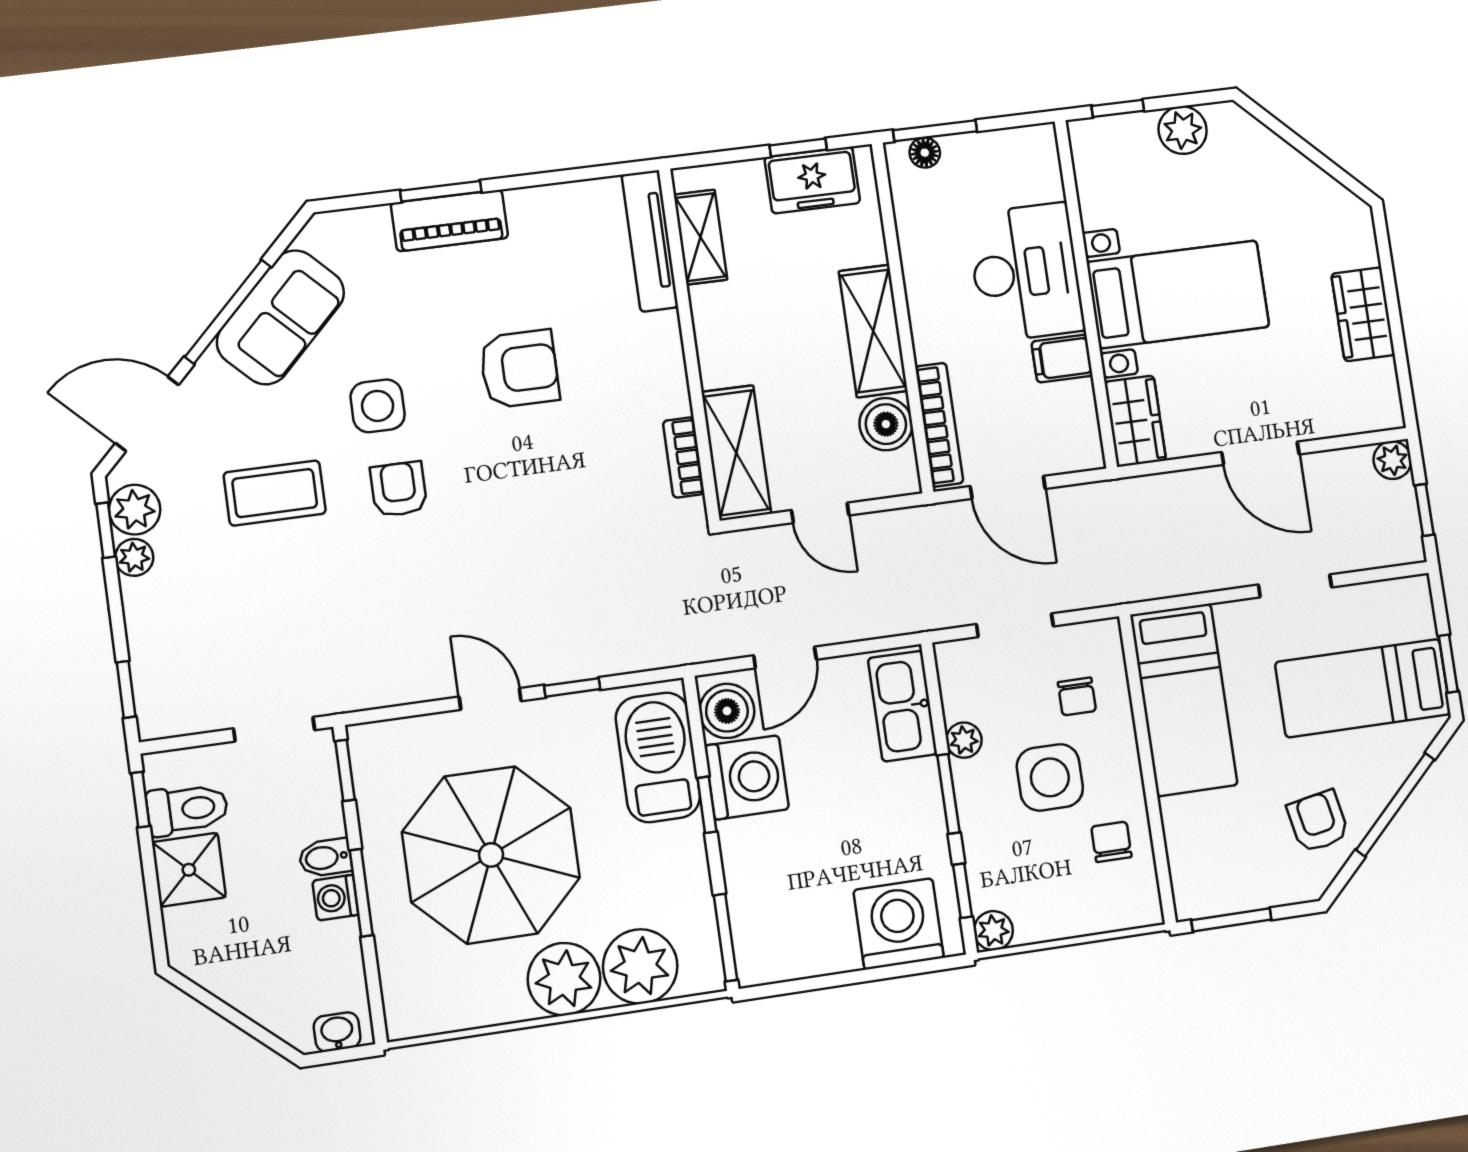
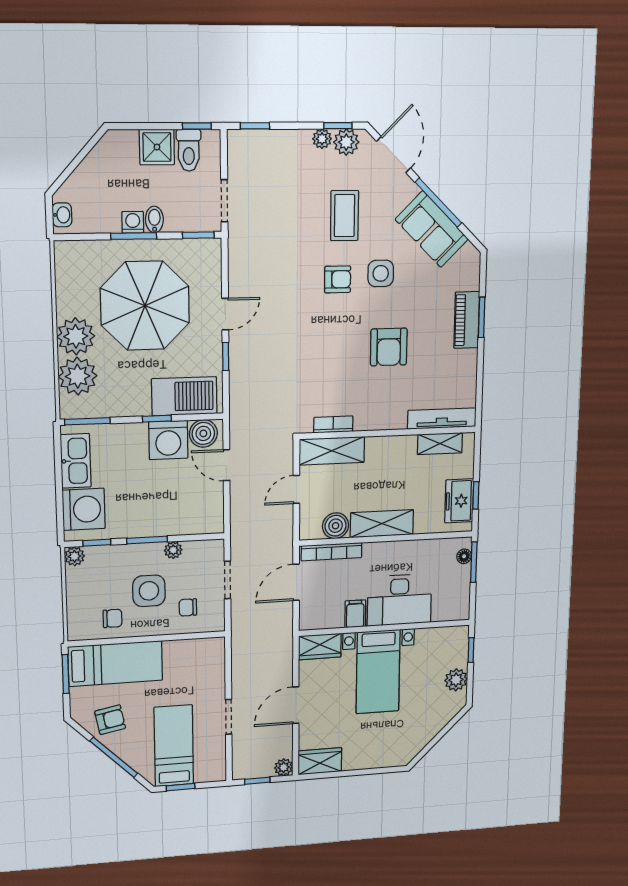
wardrobe: (1363, 314) -> (320, 761), moved
bed: (1184, 700) -> (115, 664), moved, turned 180
kitchen sink: (902, 706) -> (76, 461), moved, turned 90

